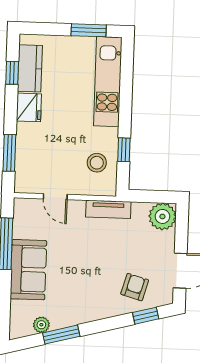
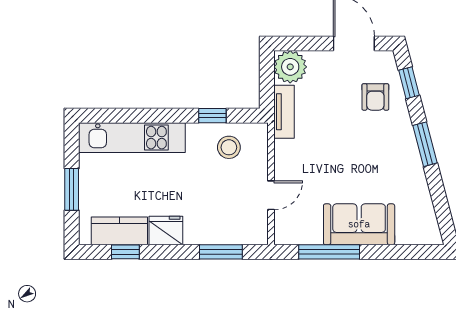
window: (89, 30) -> (72, 189), moved
tv unit: (108, 209) -> (284, 112), moved
armchair: (135, 287) -> (375, 97), turned -106
plant: (41, 325) -> (424, 207), removed
window: (61, 335) -> (425, 144), moved

